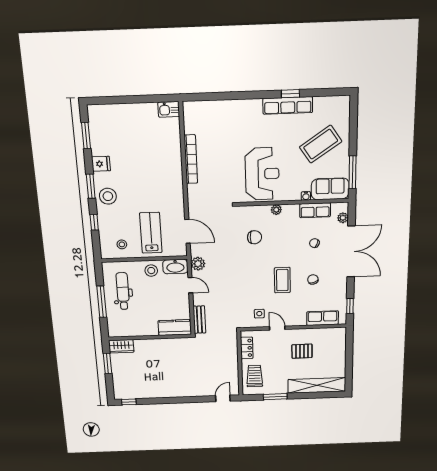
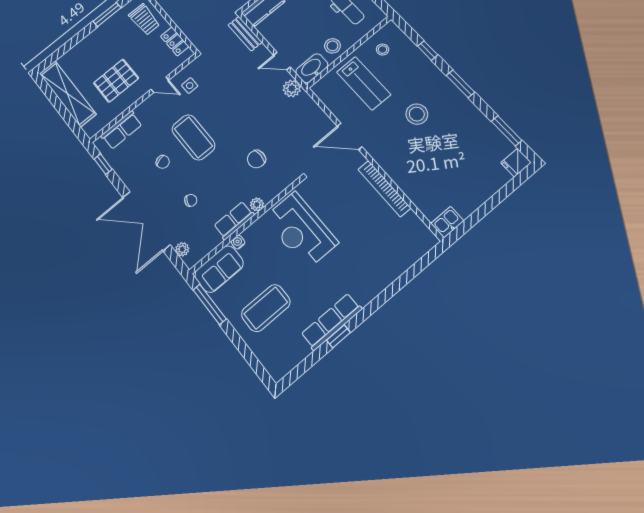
coffee table: (321, 144) -> (266, 308), turned 34
fridge: (101, 164) -> (516, 163), moved
stool: (108, 196) -> (417, 114), moved
row of seats: (315, 210) -> (234, 220), moved
door: (187, 231) -> (350, 136), moved
coffee table: (282, 280) -> (193, 137), width x1.36, depth x1.32
pallet: (302, 351) -> (116, 81), width x1.50, depth x1.42
shelving: (317, 385) -> (67, 94), moved, turned 90

